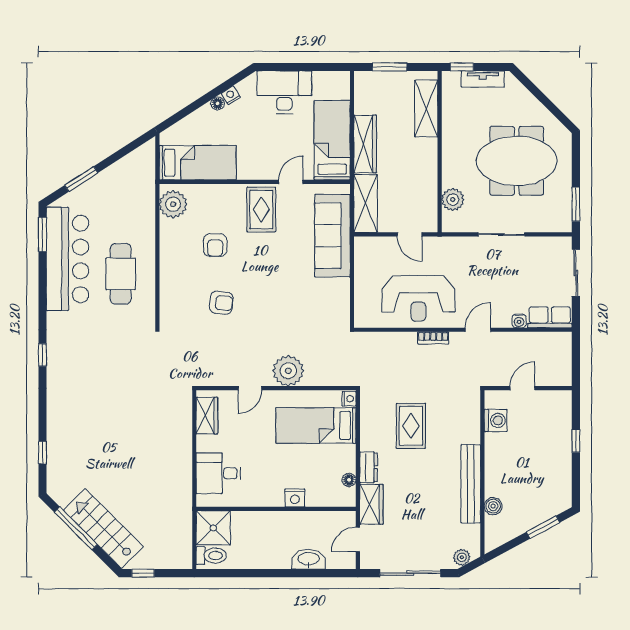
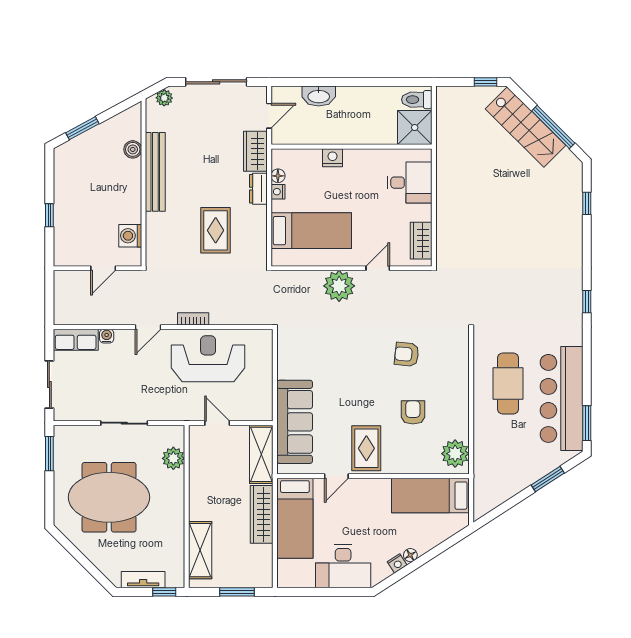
nightstand: (349, 399) -> (278, 192), moved

